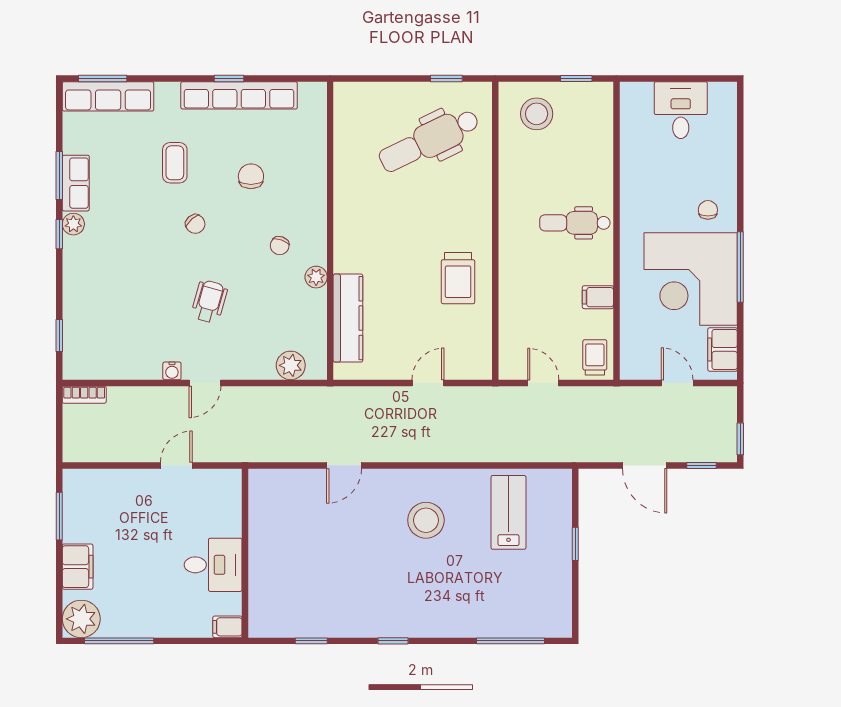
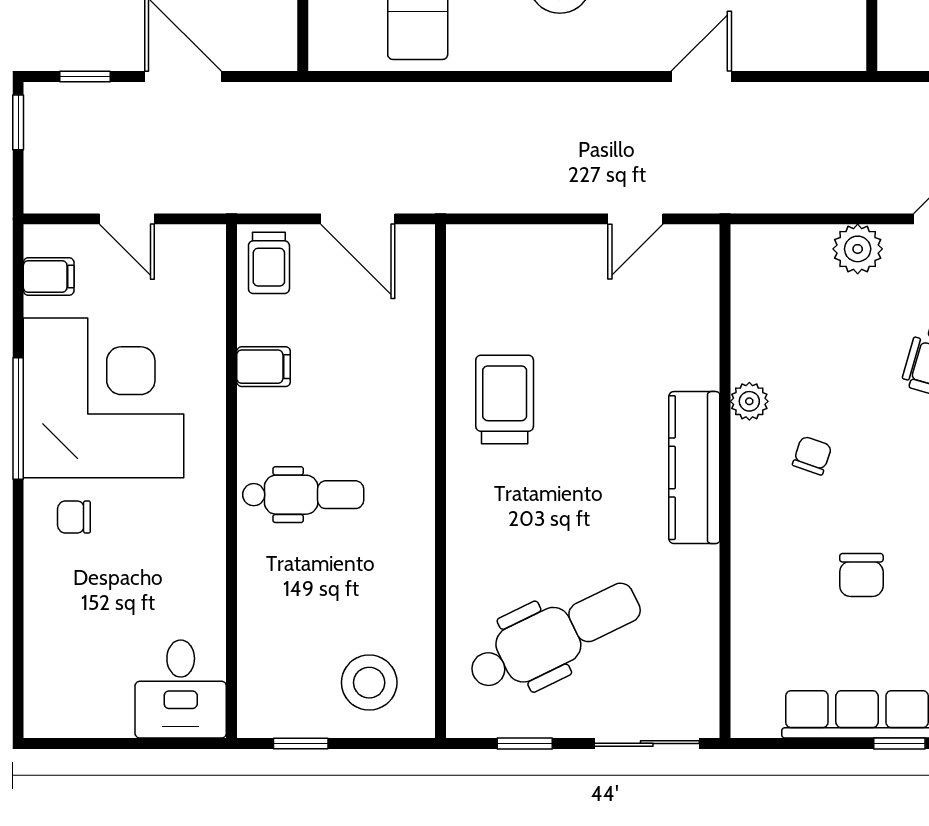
sliding door: (376, 79) -> (647, 743), added
desk: (681, 110) -> (181, 689), moved
chair: (708, 210) -> (74, 517), turned 90
kitchen counter: (348, 318) -> (694, 468), moved
filing cabinet: (723, 349) -> (49, 276), width x0.50
plant: (291, 365) -> (858, 249), moved
door: (428, 383) -> (635, 219), moved
door: (543, 383) -> (358, 219), width x1.38

